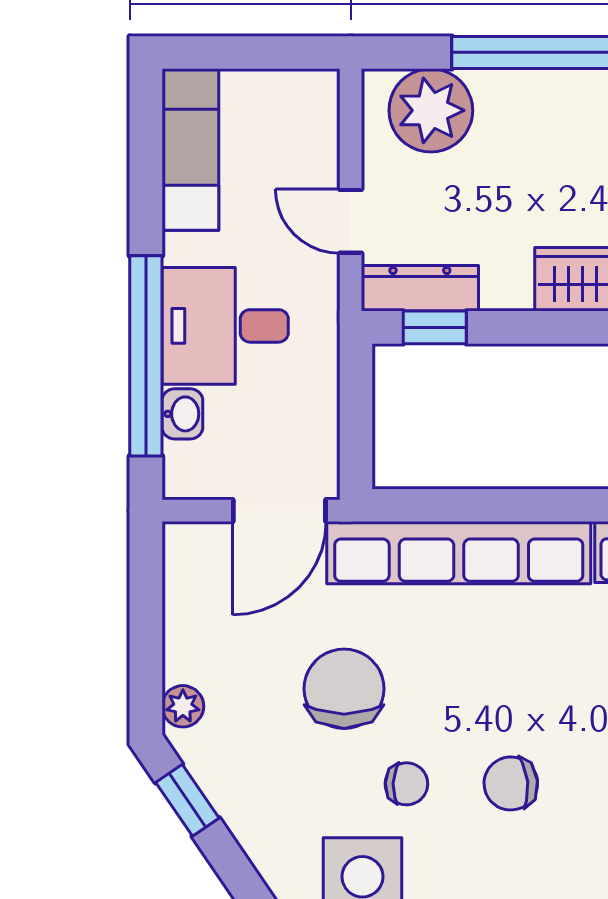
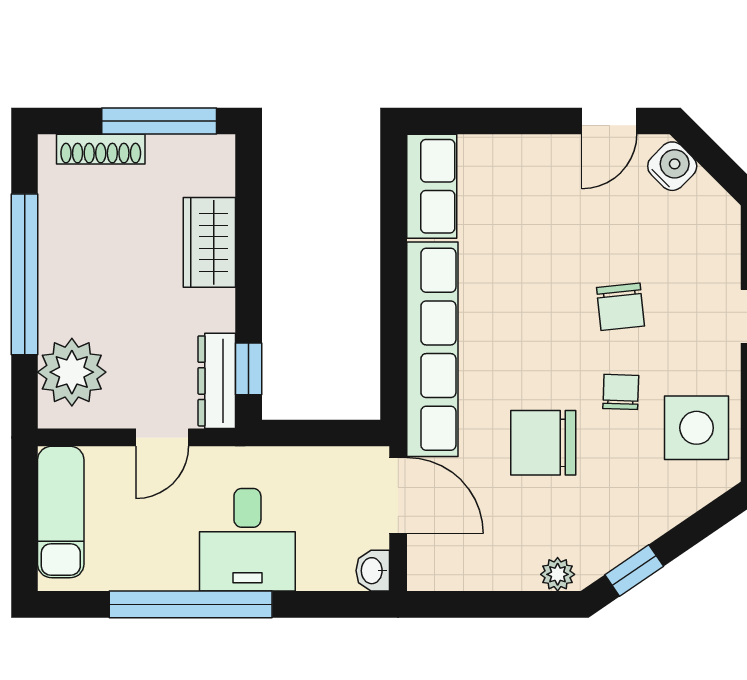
exam couch: (190, 149) -> (61, 512), moved, turned 90
window: (146, 356) -> (191, 604), moved
washbasin: (182, 414) -> (373, 571), moved, turned -90

